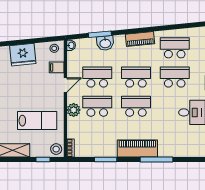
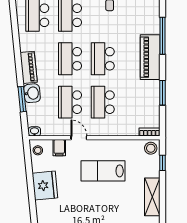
piano: (140, 39) -> (29, 67), moved
plant: (74, 110) -> (107, 129), removed
lab bench: (37, 121) -> (103, 171), moved, turned -90

